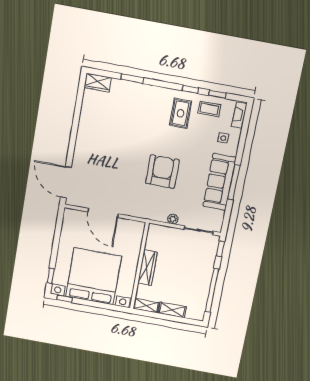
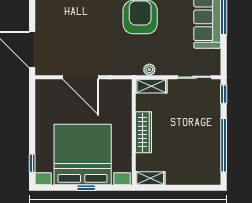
plant: (173, 219) -> (149, 70), moved
window: (64, 299) -> (86, 188), moved
shelving: (172, 310) -> (151, 86), moved

